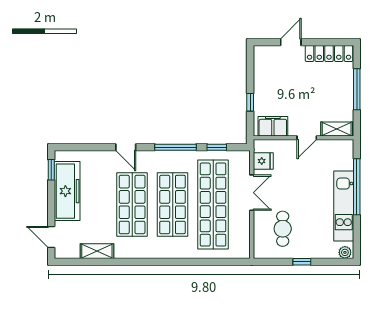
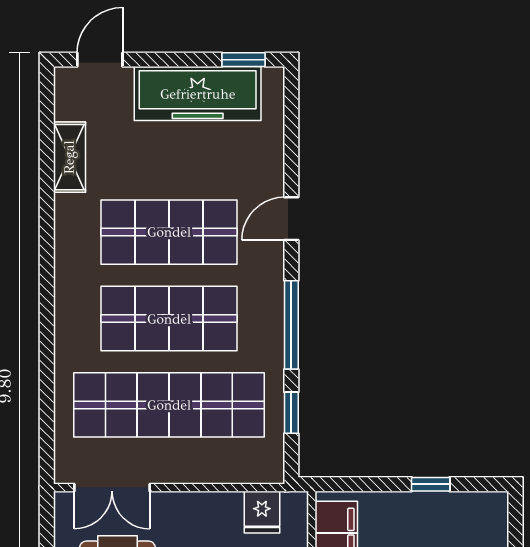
window: (250, 102) -> (431, 484), moved
double door: (252, 193) -> (112, 488), moved

